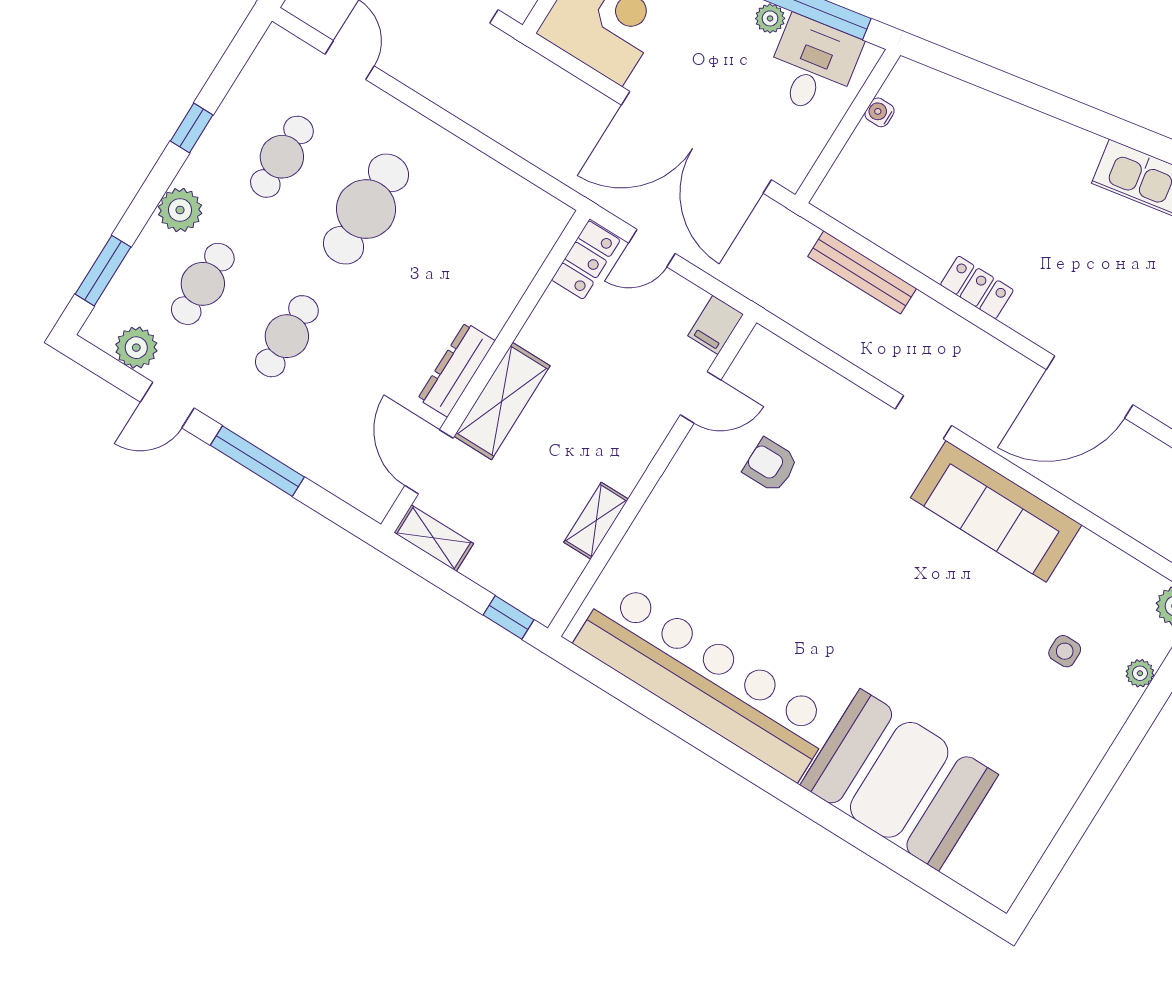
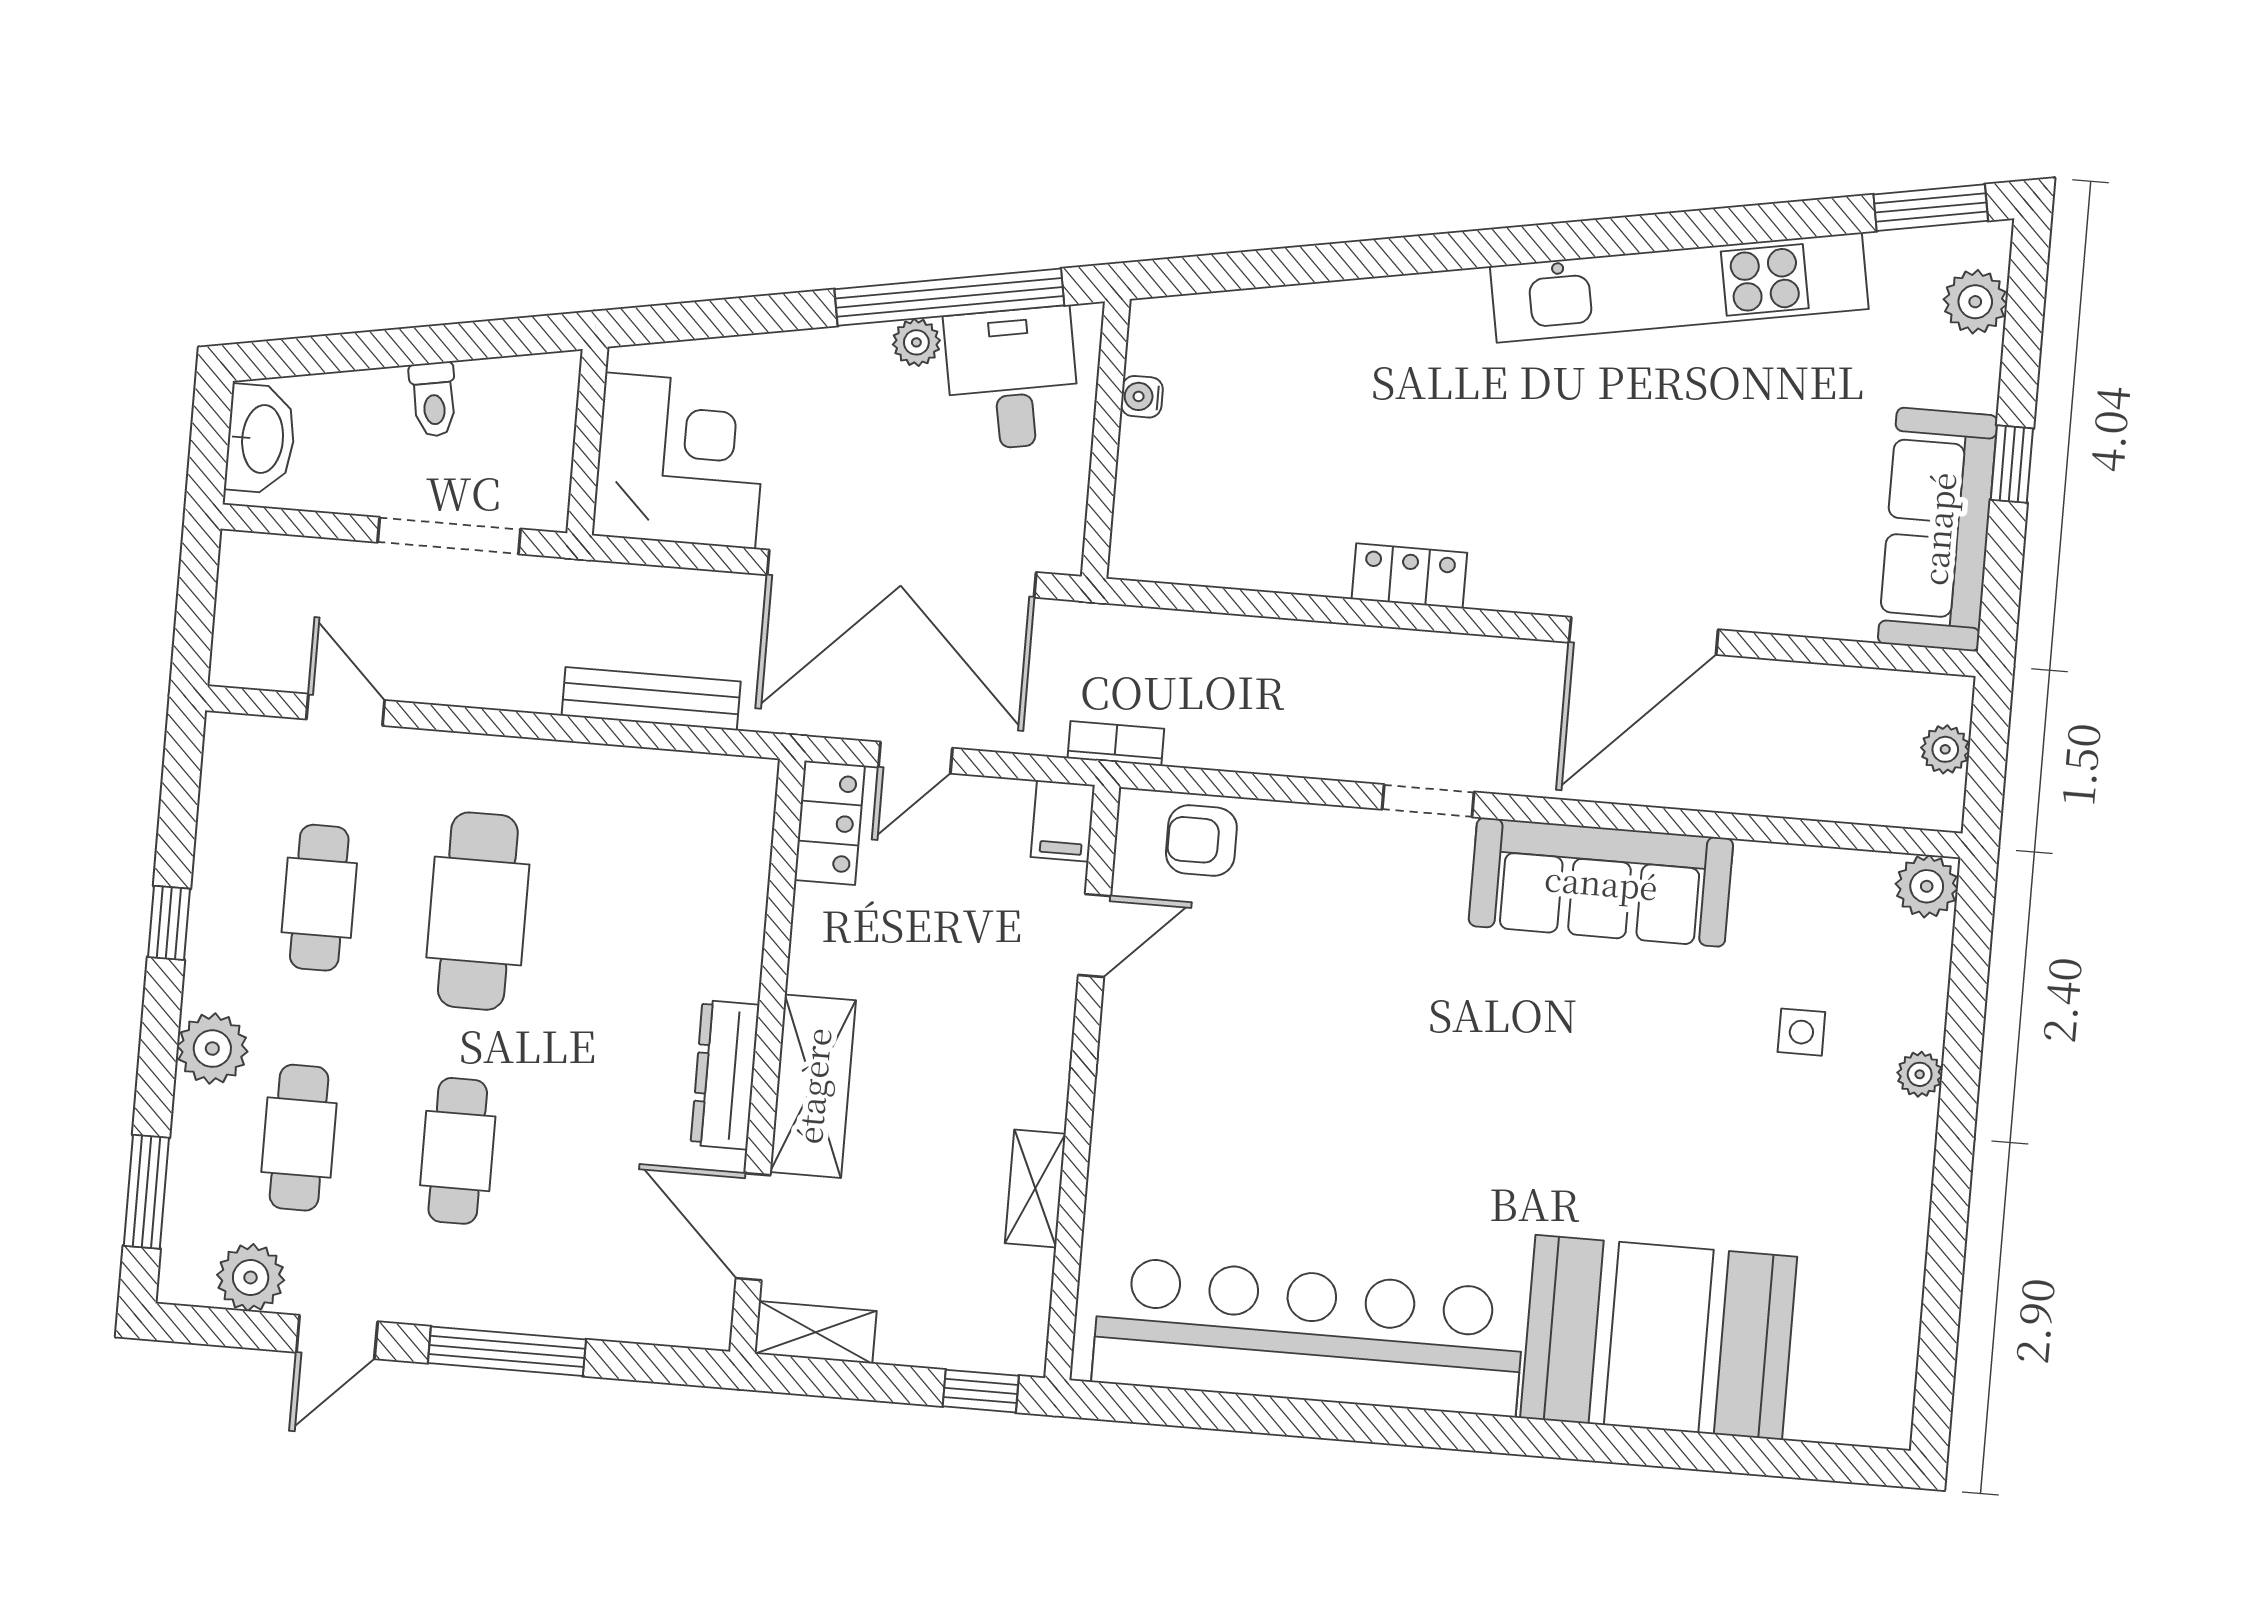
bench: (862, 272) -> (651, 699), moved
bookcase: (767, 297) -> (1116, 743), added
armchair: (771, 465) -> (1201, 841), moved
plant: (1140, 673) -> (1920, 1074), moved

